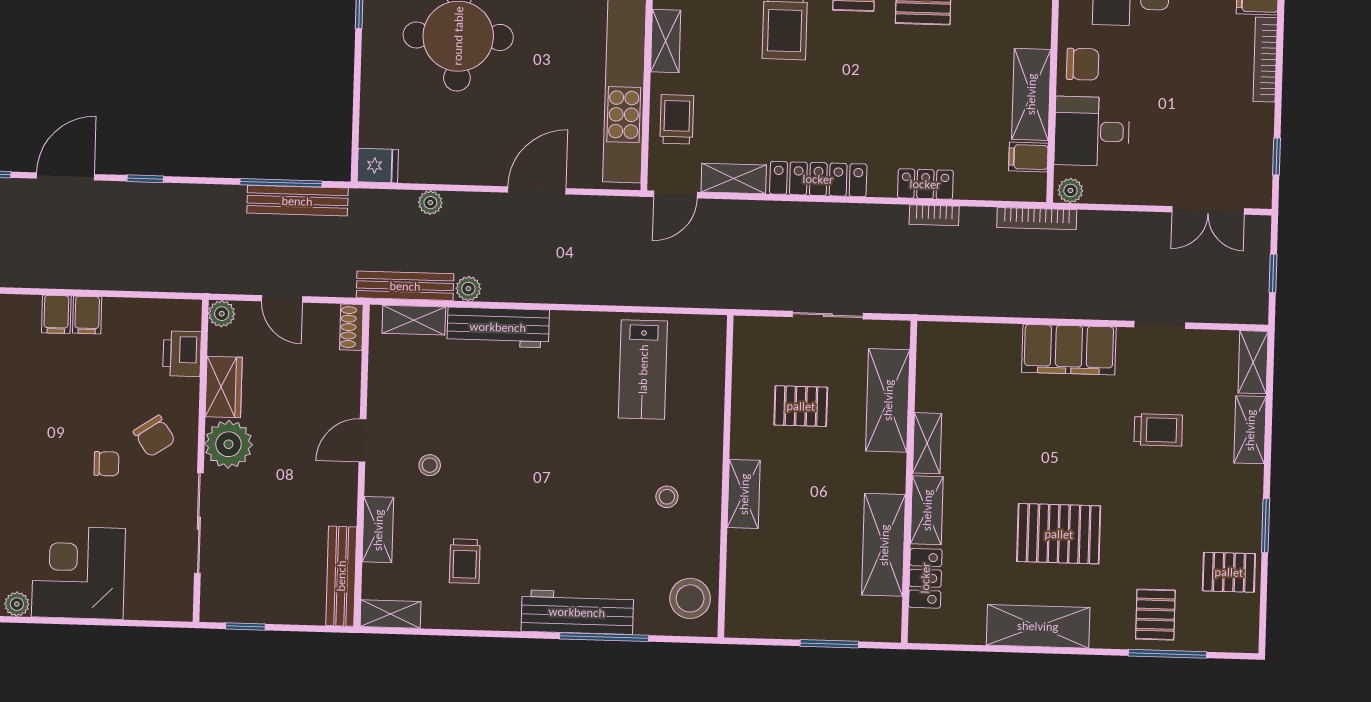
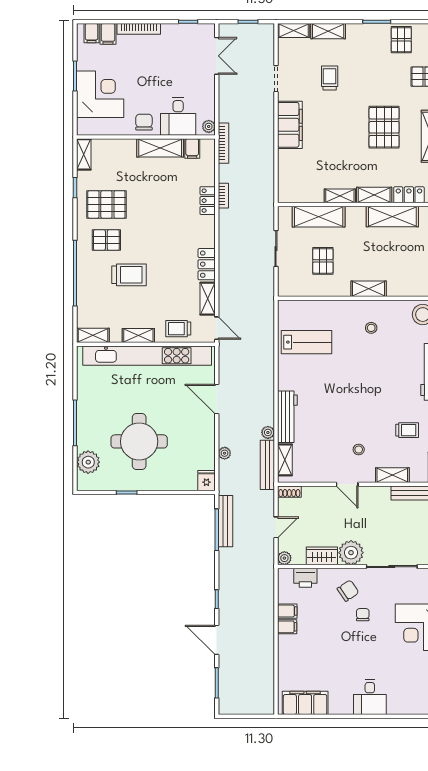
locker: (818, 179) -> (207, 264), width x0.66
filing cabinet: (56, 314) -> (287, 611), moved

